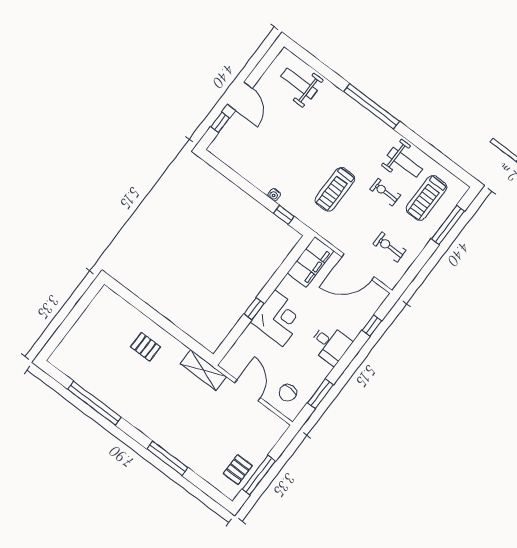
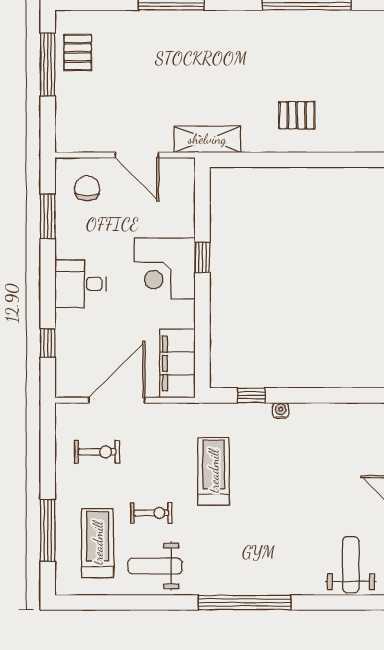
weight bench: (299, 83) -> (351, 565), turned -90

